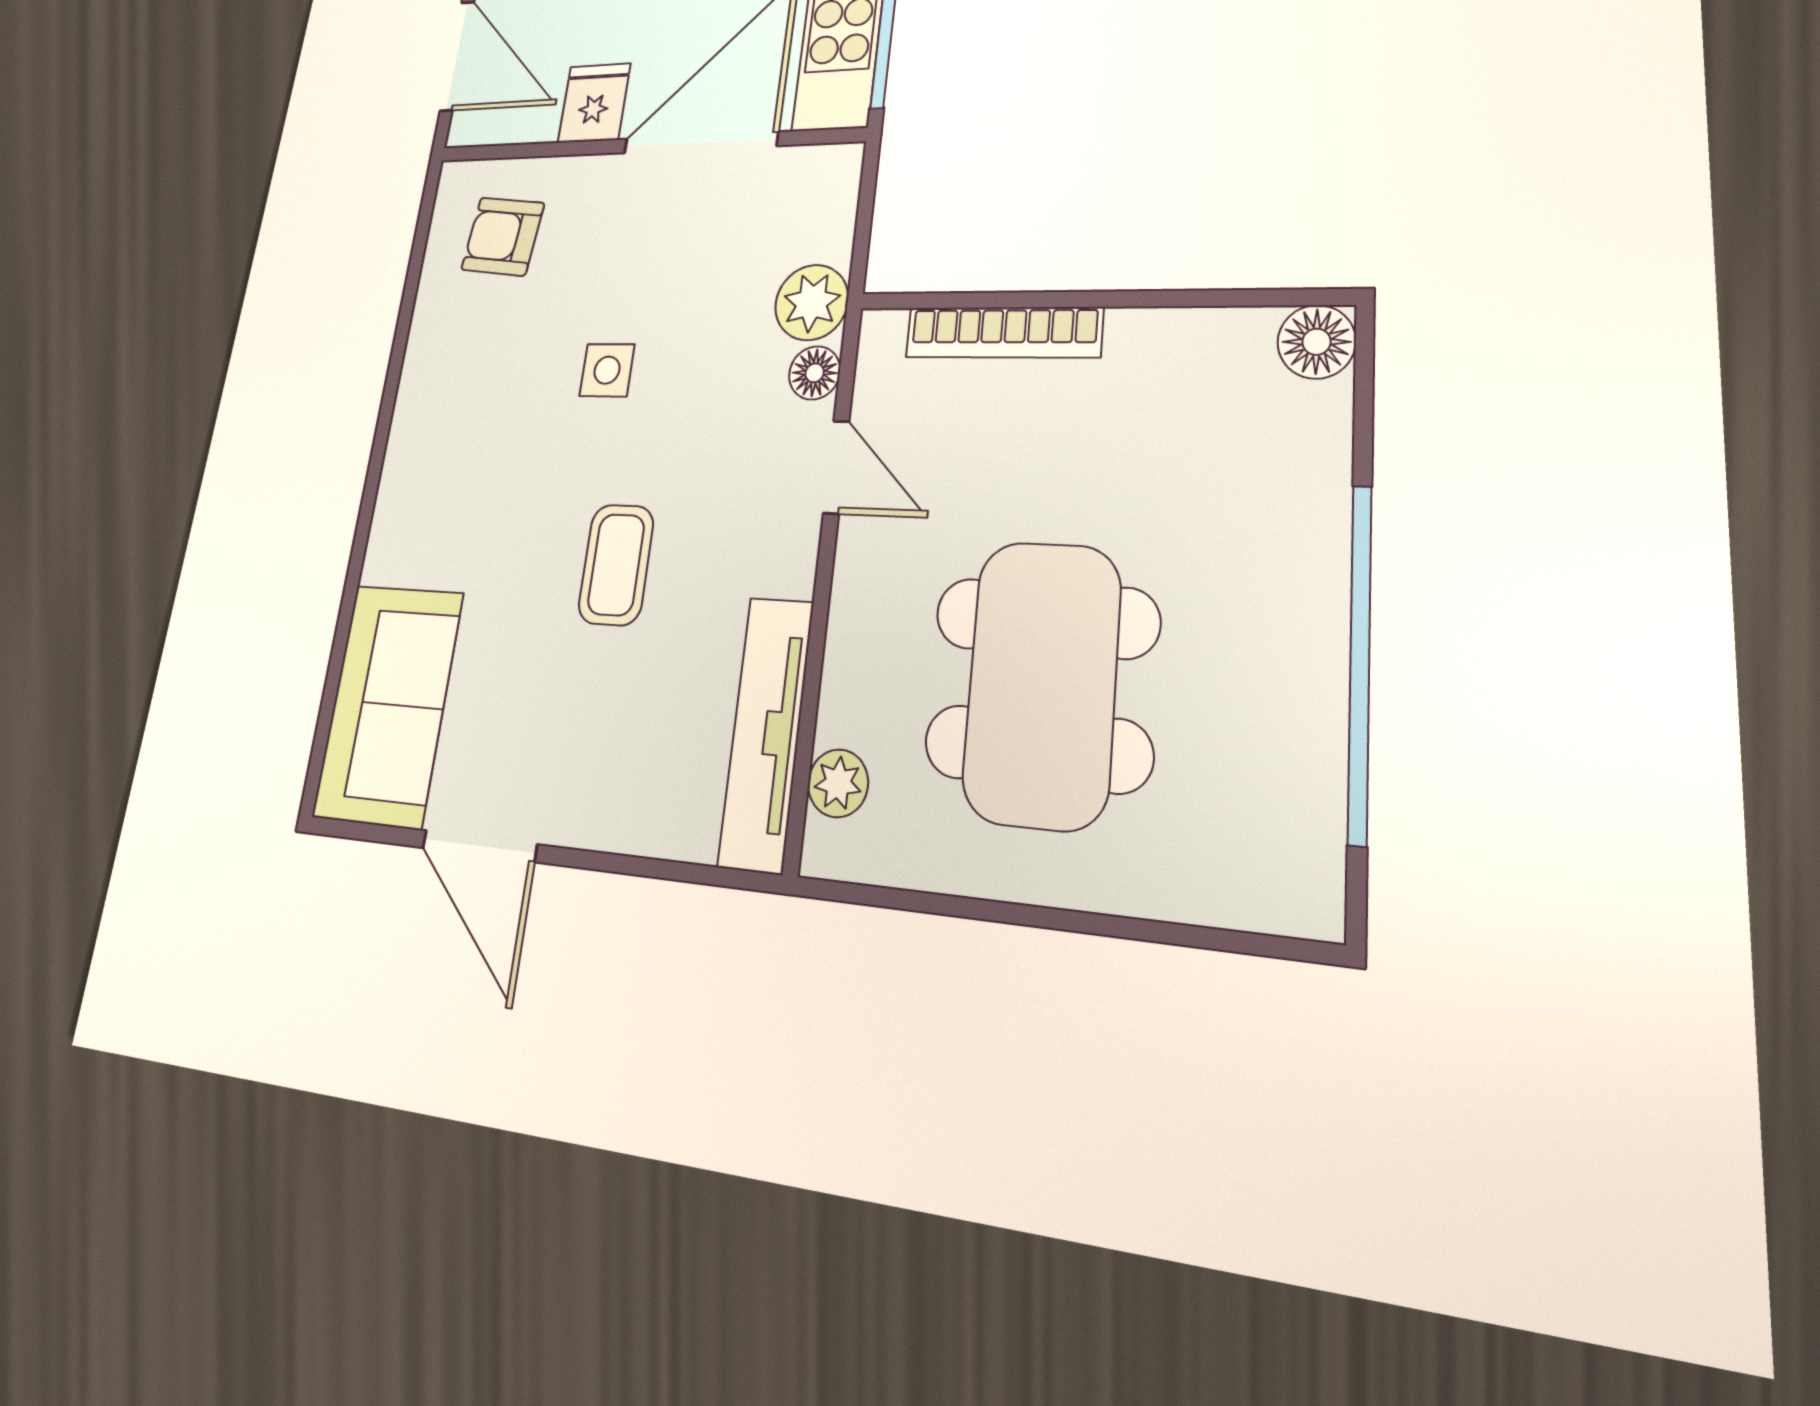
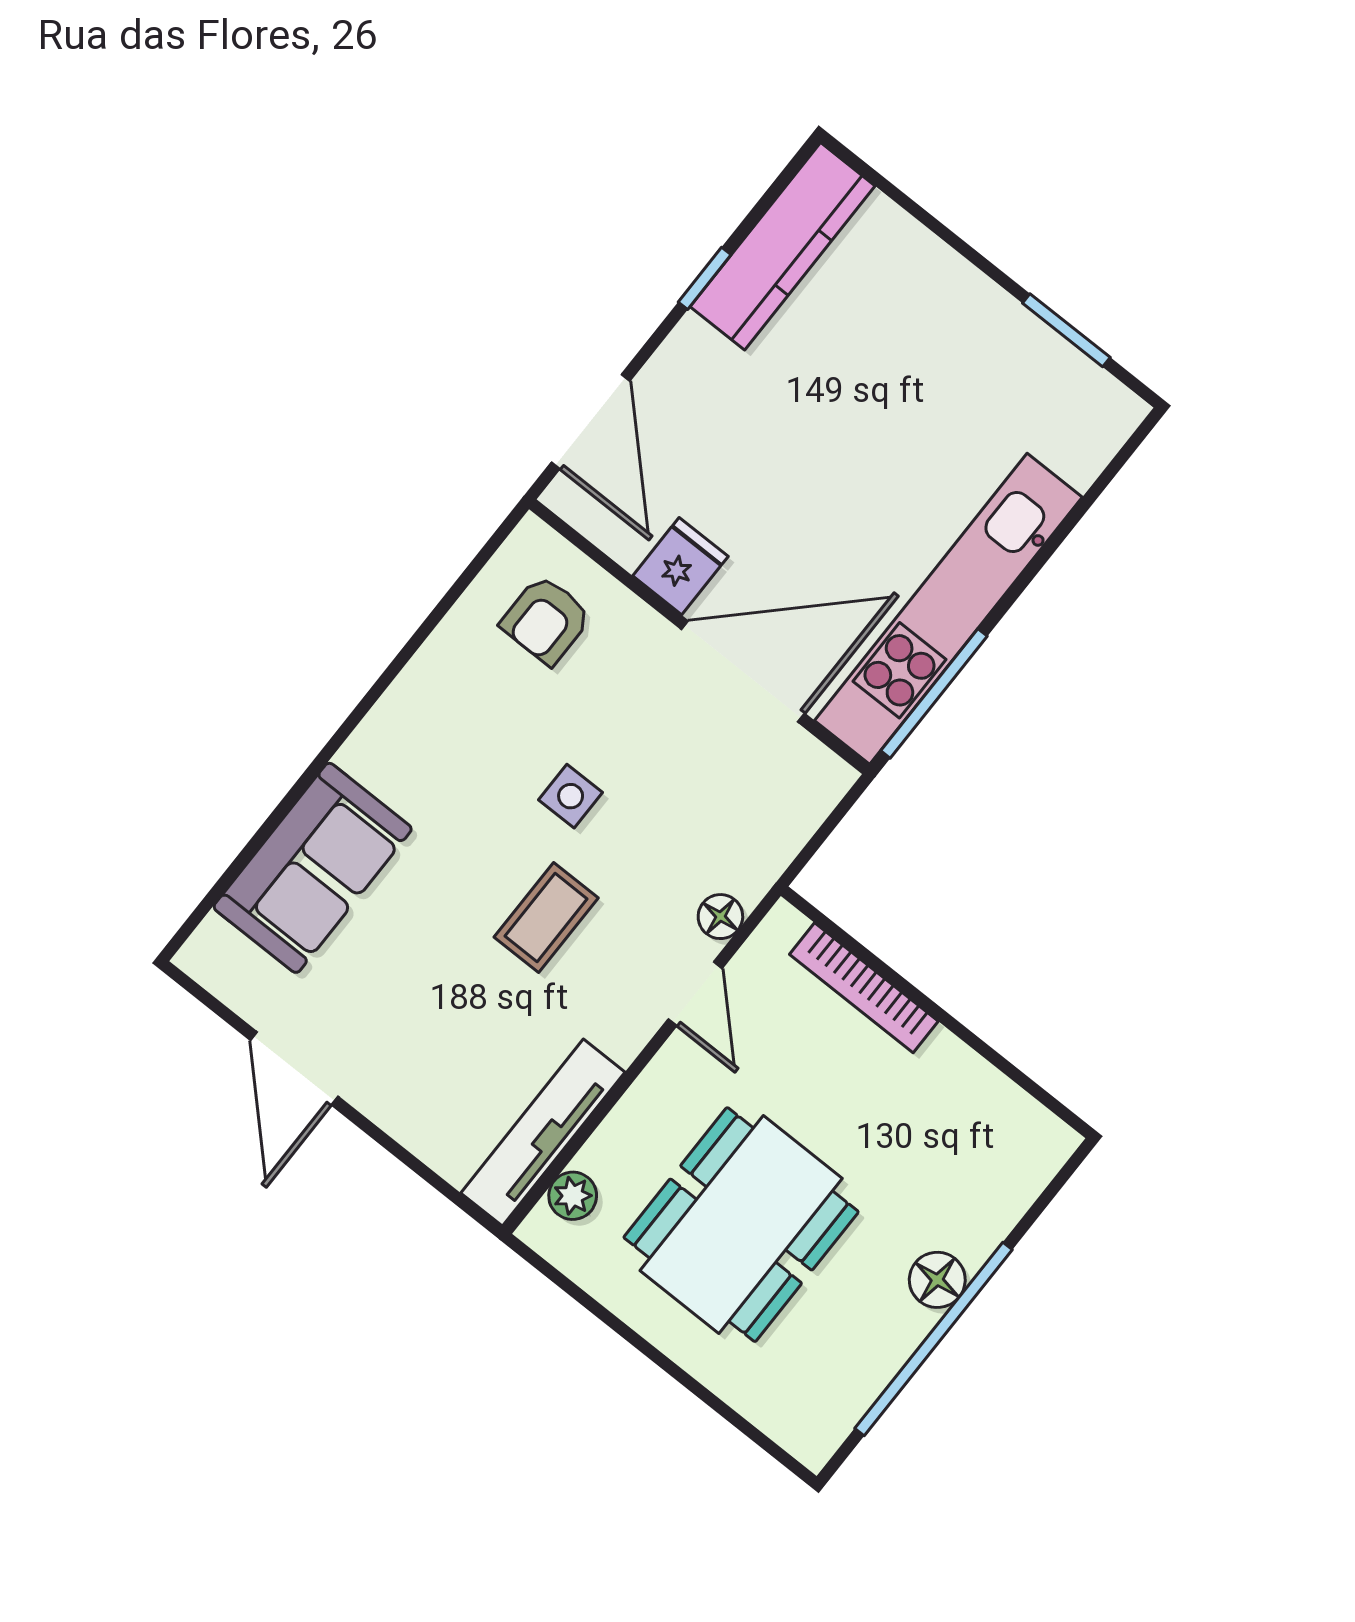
armchair: (503, 236) -> (546, 620), turned -96
plant: (812, 302) -> (749, 864), removed
floor lamp: (1317, 342) -> (937, 1280), moved
coffee table: (616, 565) -> (546, 918), moved
sofa: (388, 704) -> (313, 868), moved

